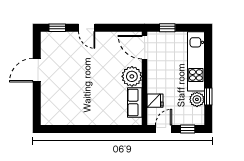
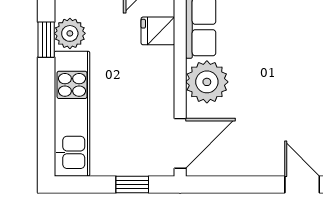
door: (145, 47) -> (180, 143), hinge flipped

